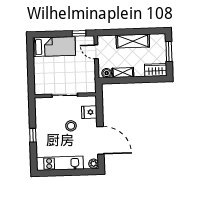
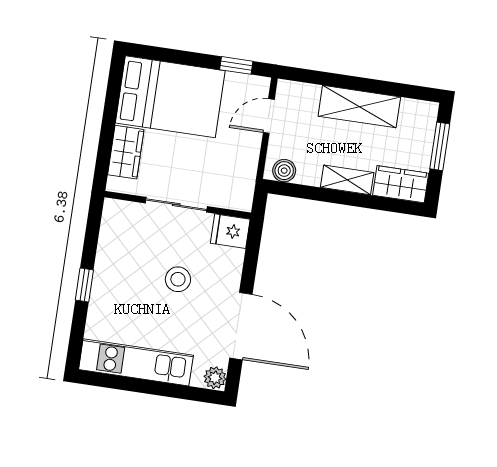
bed: (54, 47) -> (170, 97), width x1.50
door: (96, 52) -> (269, 116), hinge flipped
shelving: (123, 73) -> (347, 180), moved
wardrobe: (40, 77) -> (126, 152), added
fridge: (89, 112) -> (230, 231), moved

